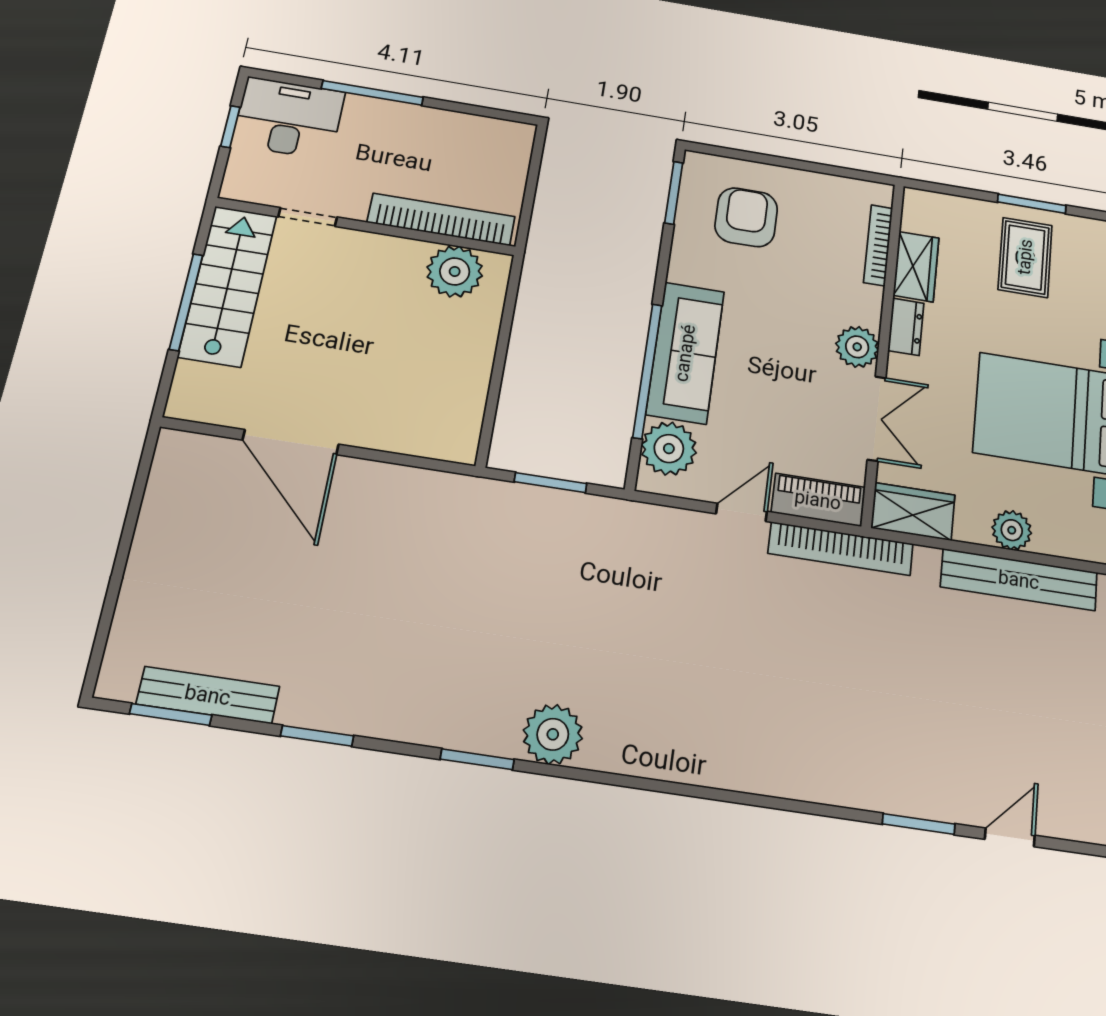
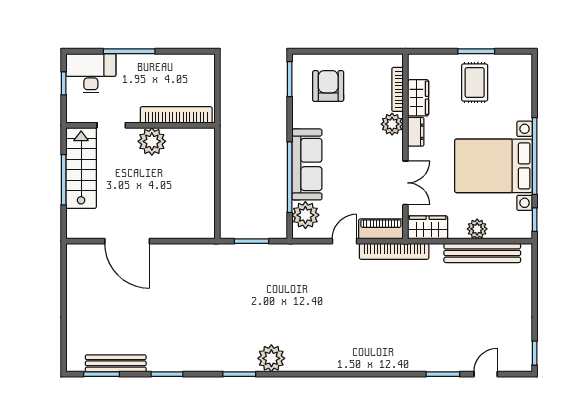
plant: (455, 271) -> (152, 141), moved
plant: (857, 347) -> (392, 124), moved

